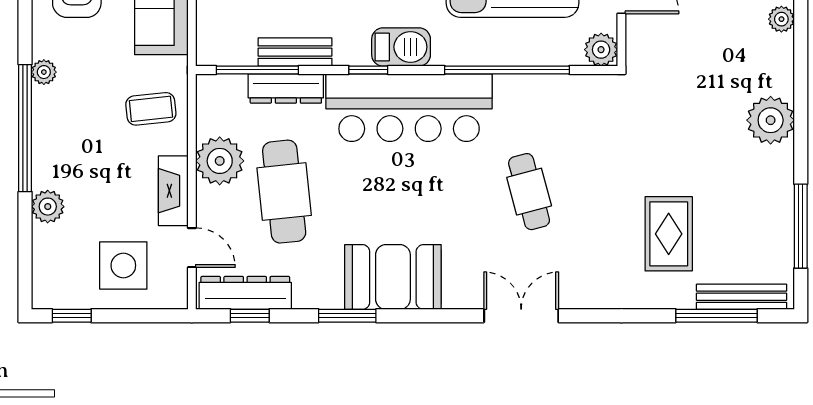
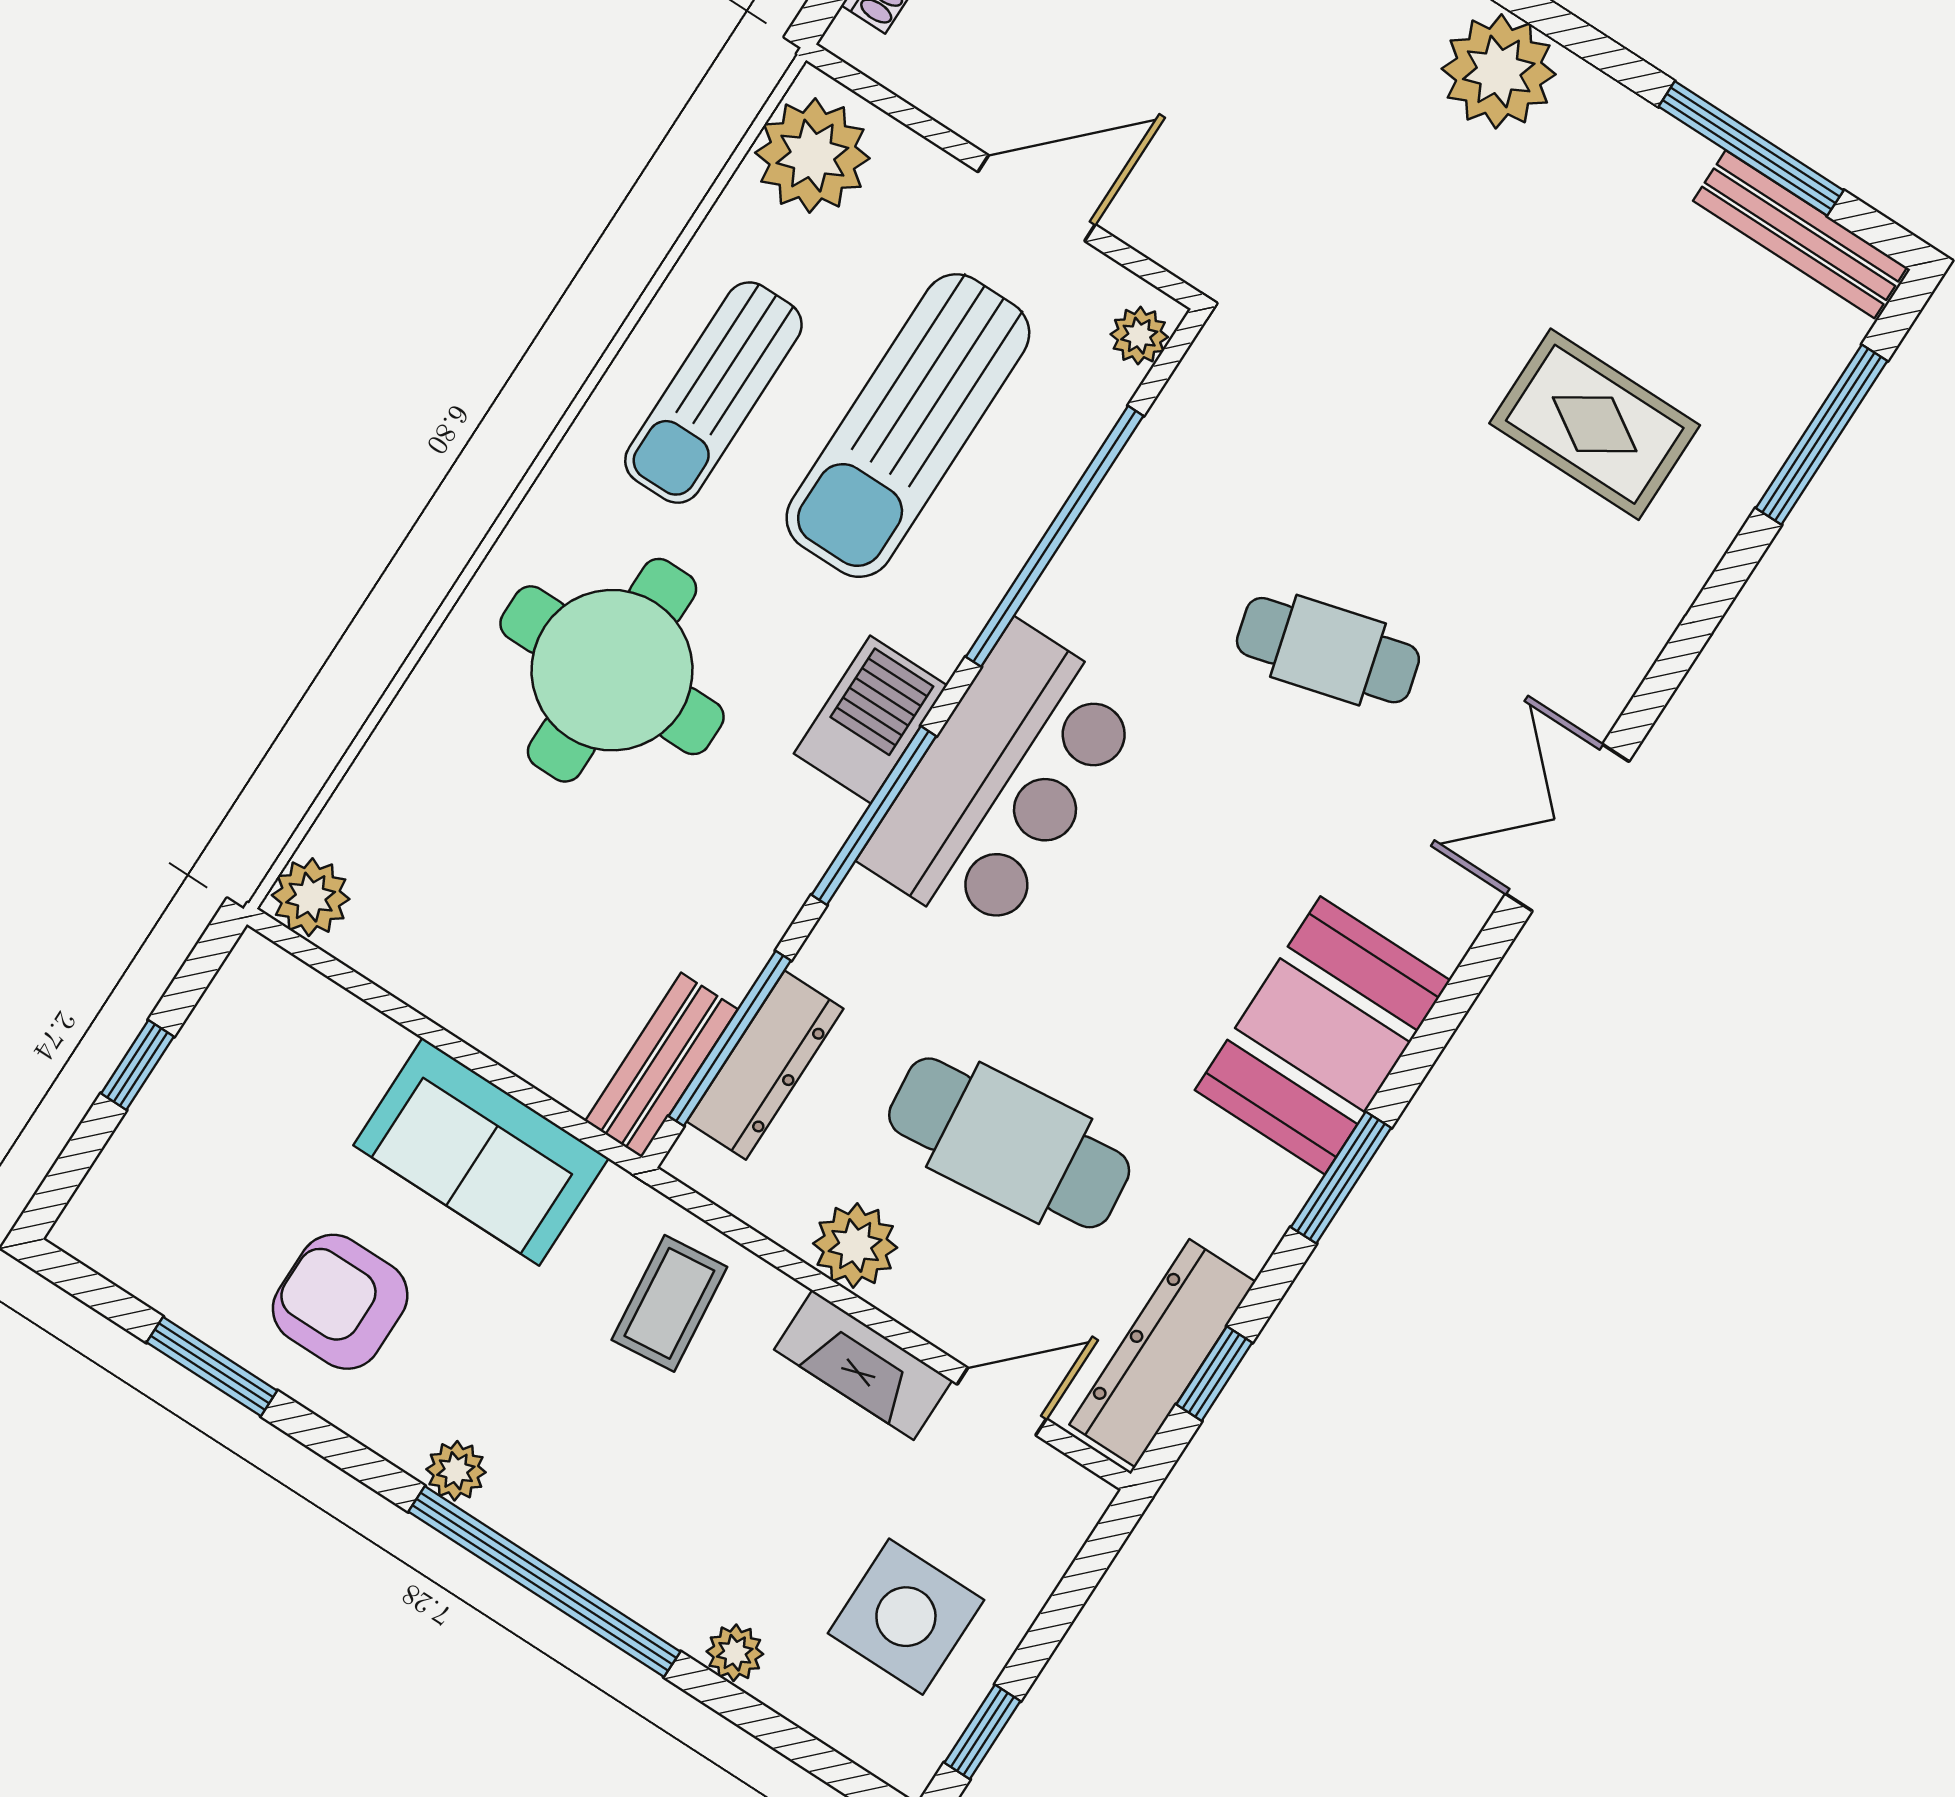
plant: (601, 50) -> (1139, 336), width x0.73, depth x0.73
bench: (295, 52) -> (661, 1065), moved
window: (368, 70) -> (874, 816), width x2.17
dresser: (286, 88) -> (765, 1065), moved
bar counter: (409, 108) -> (1003, 782), width x0.73
plant: (220, 161) -> (855, 1245), width x0.73, depth x0.73
plant: (48, 207) -> (735, 1653), width x0.73, depth x0.73
side table: (123, 265) -> (906, 1617), moved
bench: (741, 297) -> (1800, 234), moved, turned 90

